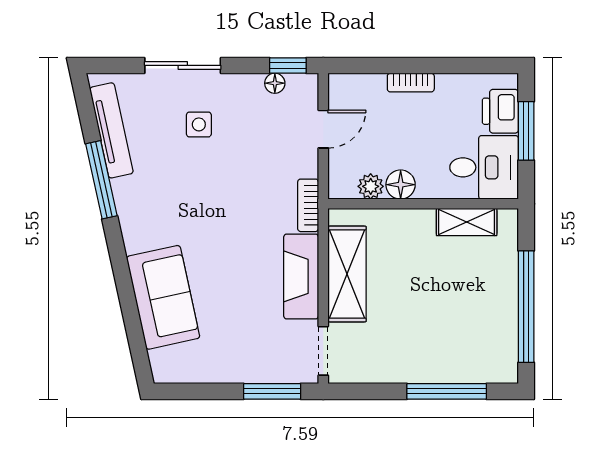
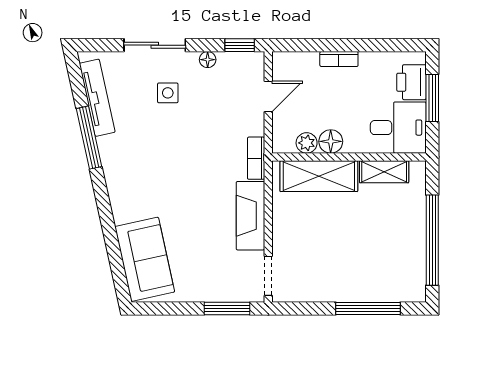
floor lamp: (275, 83) -> (208, 60), moved
shelving: (347, 274) -> (319, 176), moved, turned 90
sofa: (163, 297) -> (145, 259), moved

